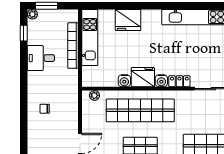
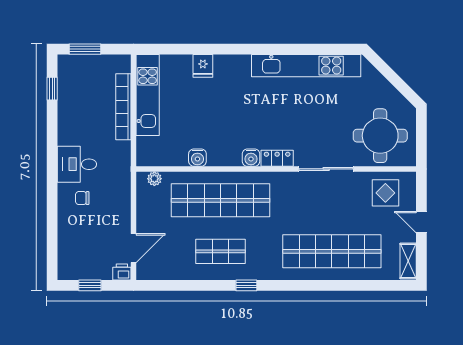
plant: (32, 14) -> (65, 61), removed
fridge: (128, 20) -> (203, 66), width x0.53, depth x0.75
desk: (41, 58) -> (77, 164), moved
fridge: (143, 77) -> (224, 152), removed

